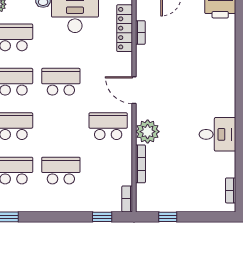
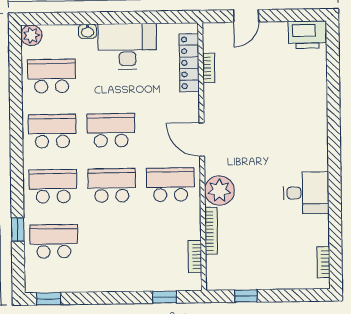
school desk: (61, 171) -> (112, 185), moved
bookcase: (127, 199) -> (195, 257), moved

